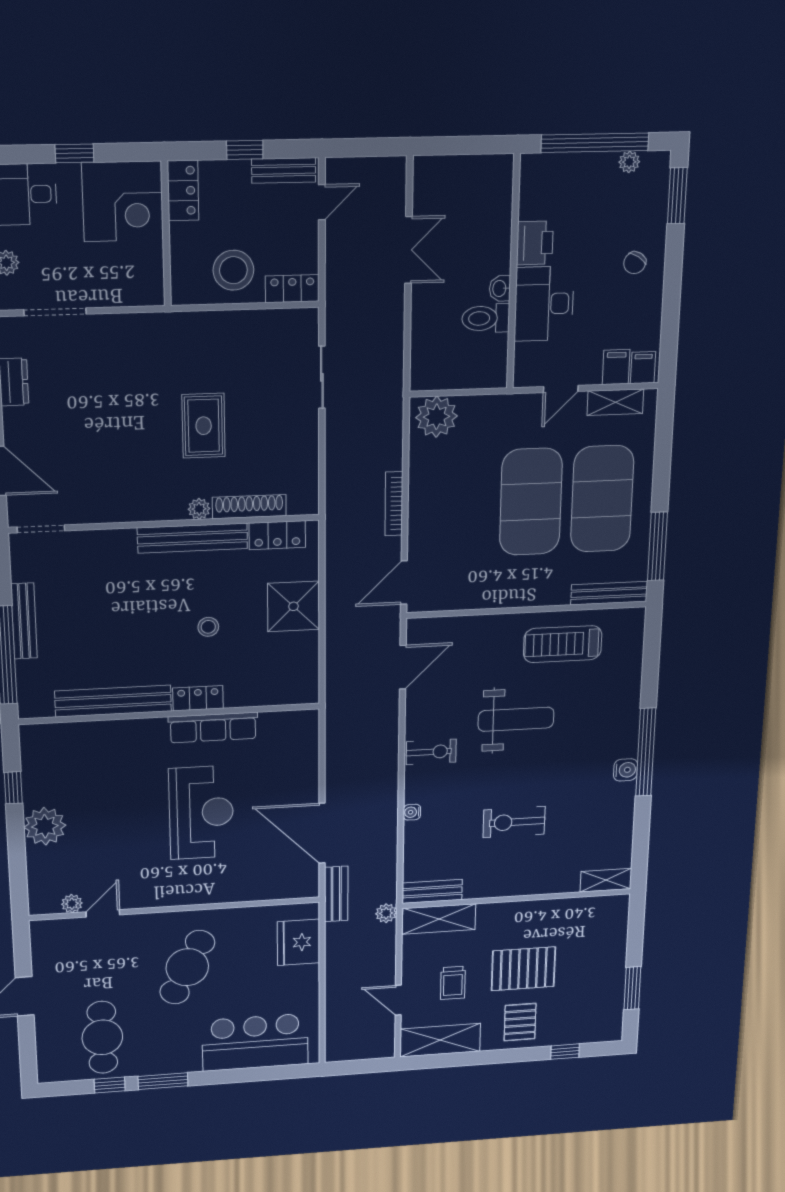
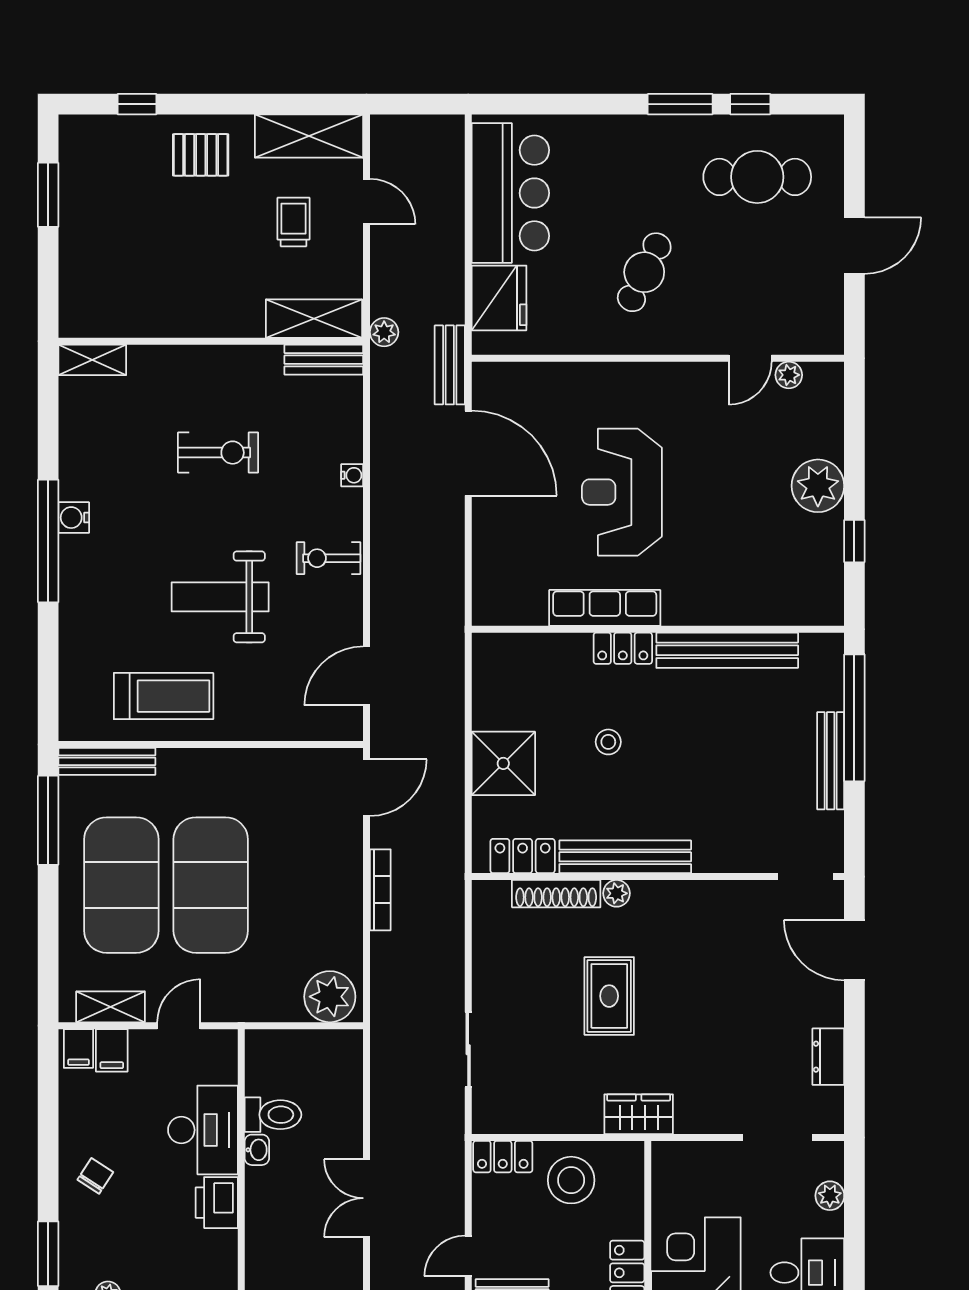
wardrobe: (176, 328) -> (639, 1114), added
cafe table: (187, 967) -> (644, 272), width x0.73, depth x0.74
pallet: (523, 969) -> (199, 236), removed
pallet: (520, 1022) -> (201, 155), turned 90
cafe table: (102, 1037) -> (757, 177), turned 90
bar counter: (255, 1042) -> (510, 193), moved, turned -90

